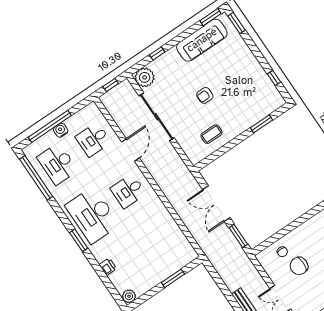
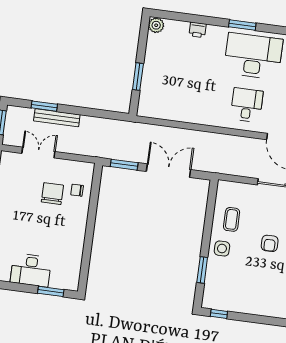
window: (274, 78) -> (219, 314), moved
armchair: (205, 95) -> (270, 243), turned 180
side table: (236, 124) -> (222, 248), added

